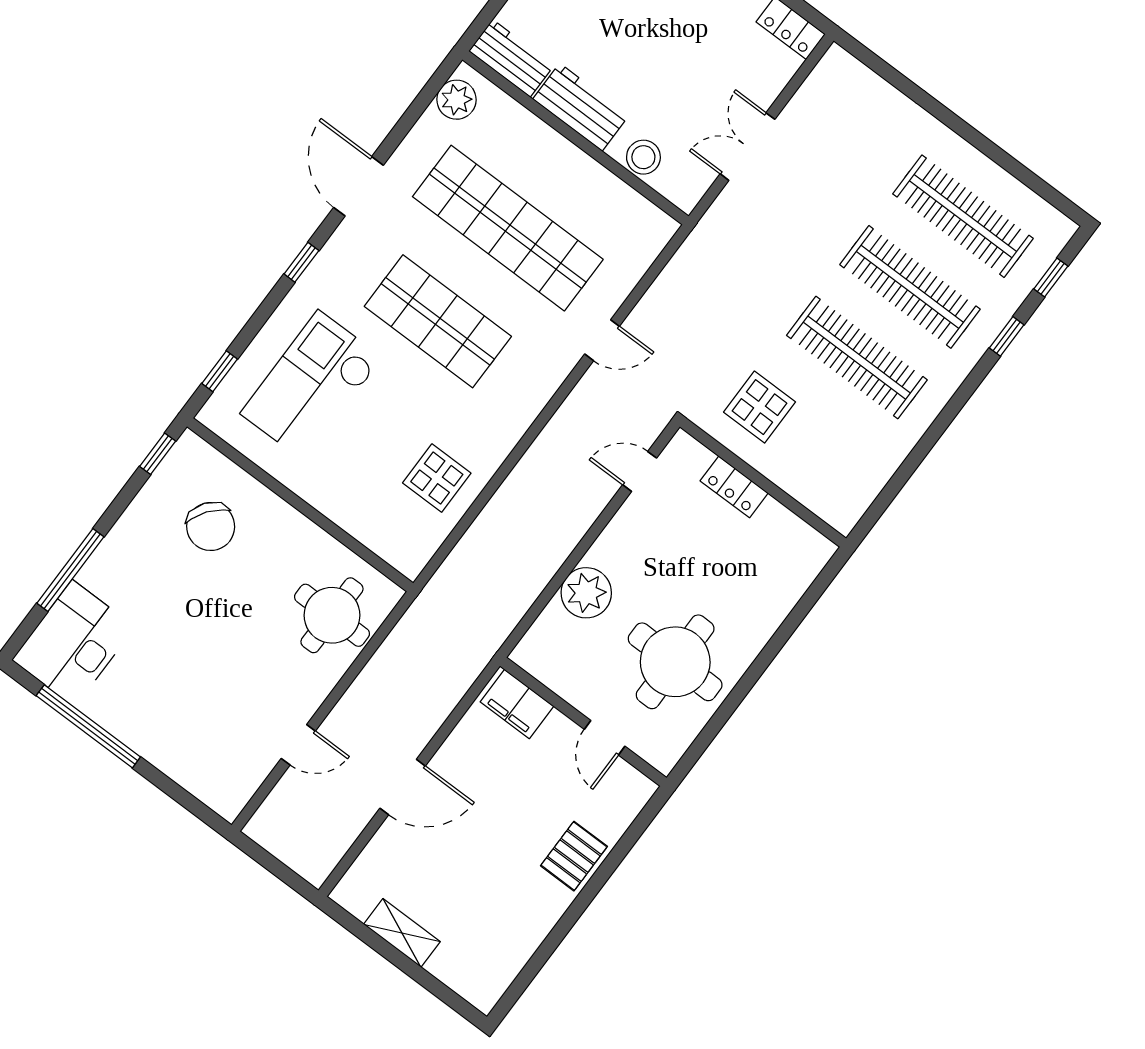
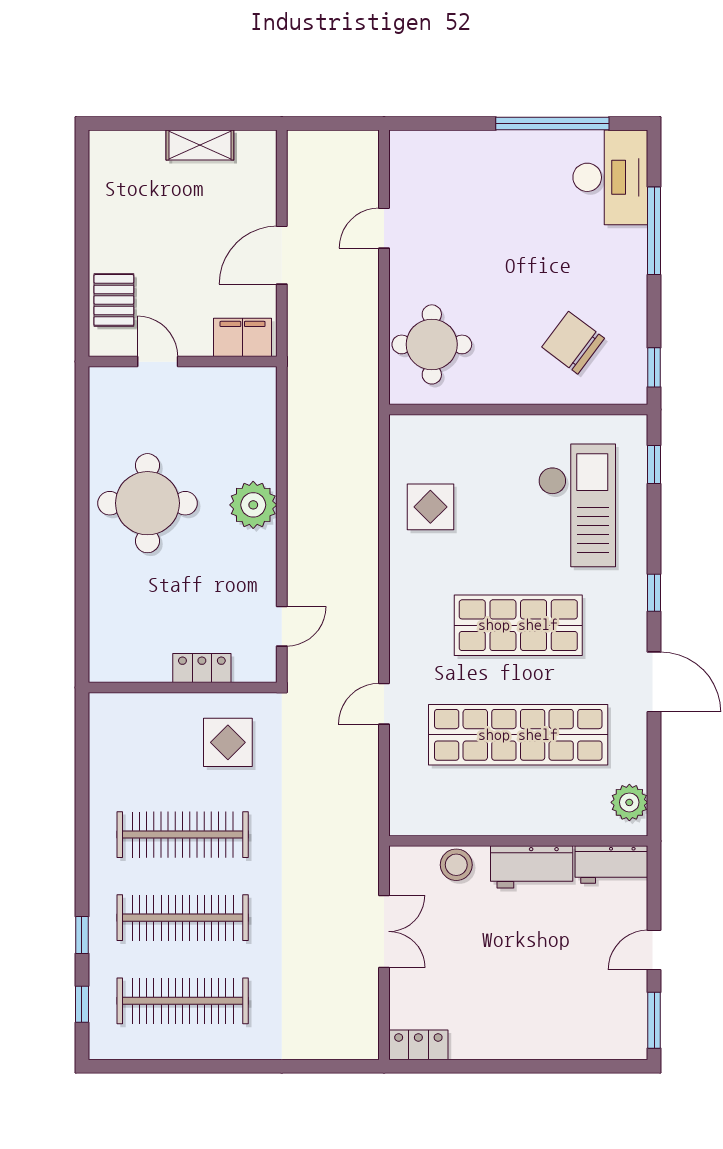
filing cabinet: (517, 704) -> (243, 337), moved
wall: (583, 722) -> (183, 362), moved
door: (605, 738) -> (158, 362), moved

